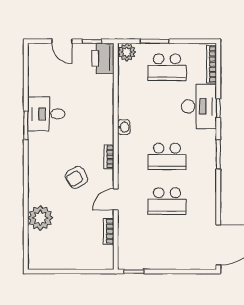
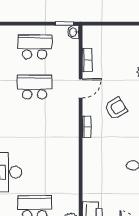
washbasin: (124, 127) -> (73, 32), moved
school desk: (167, 156) -> (35, 47), moved

